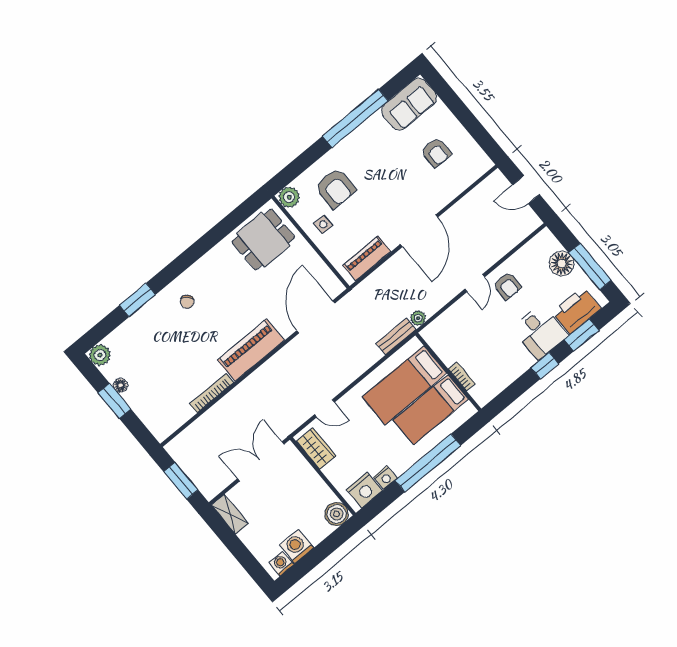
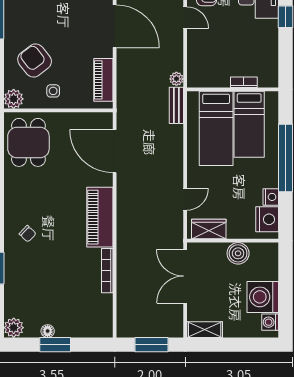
armchair: (335, 188) -> (35, 61), turned -128
boiler: (337, 514) -> (238, 253), moved
washing machine: (297, 546) -> (263, 297), width x1.37, depth x1.37

